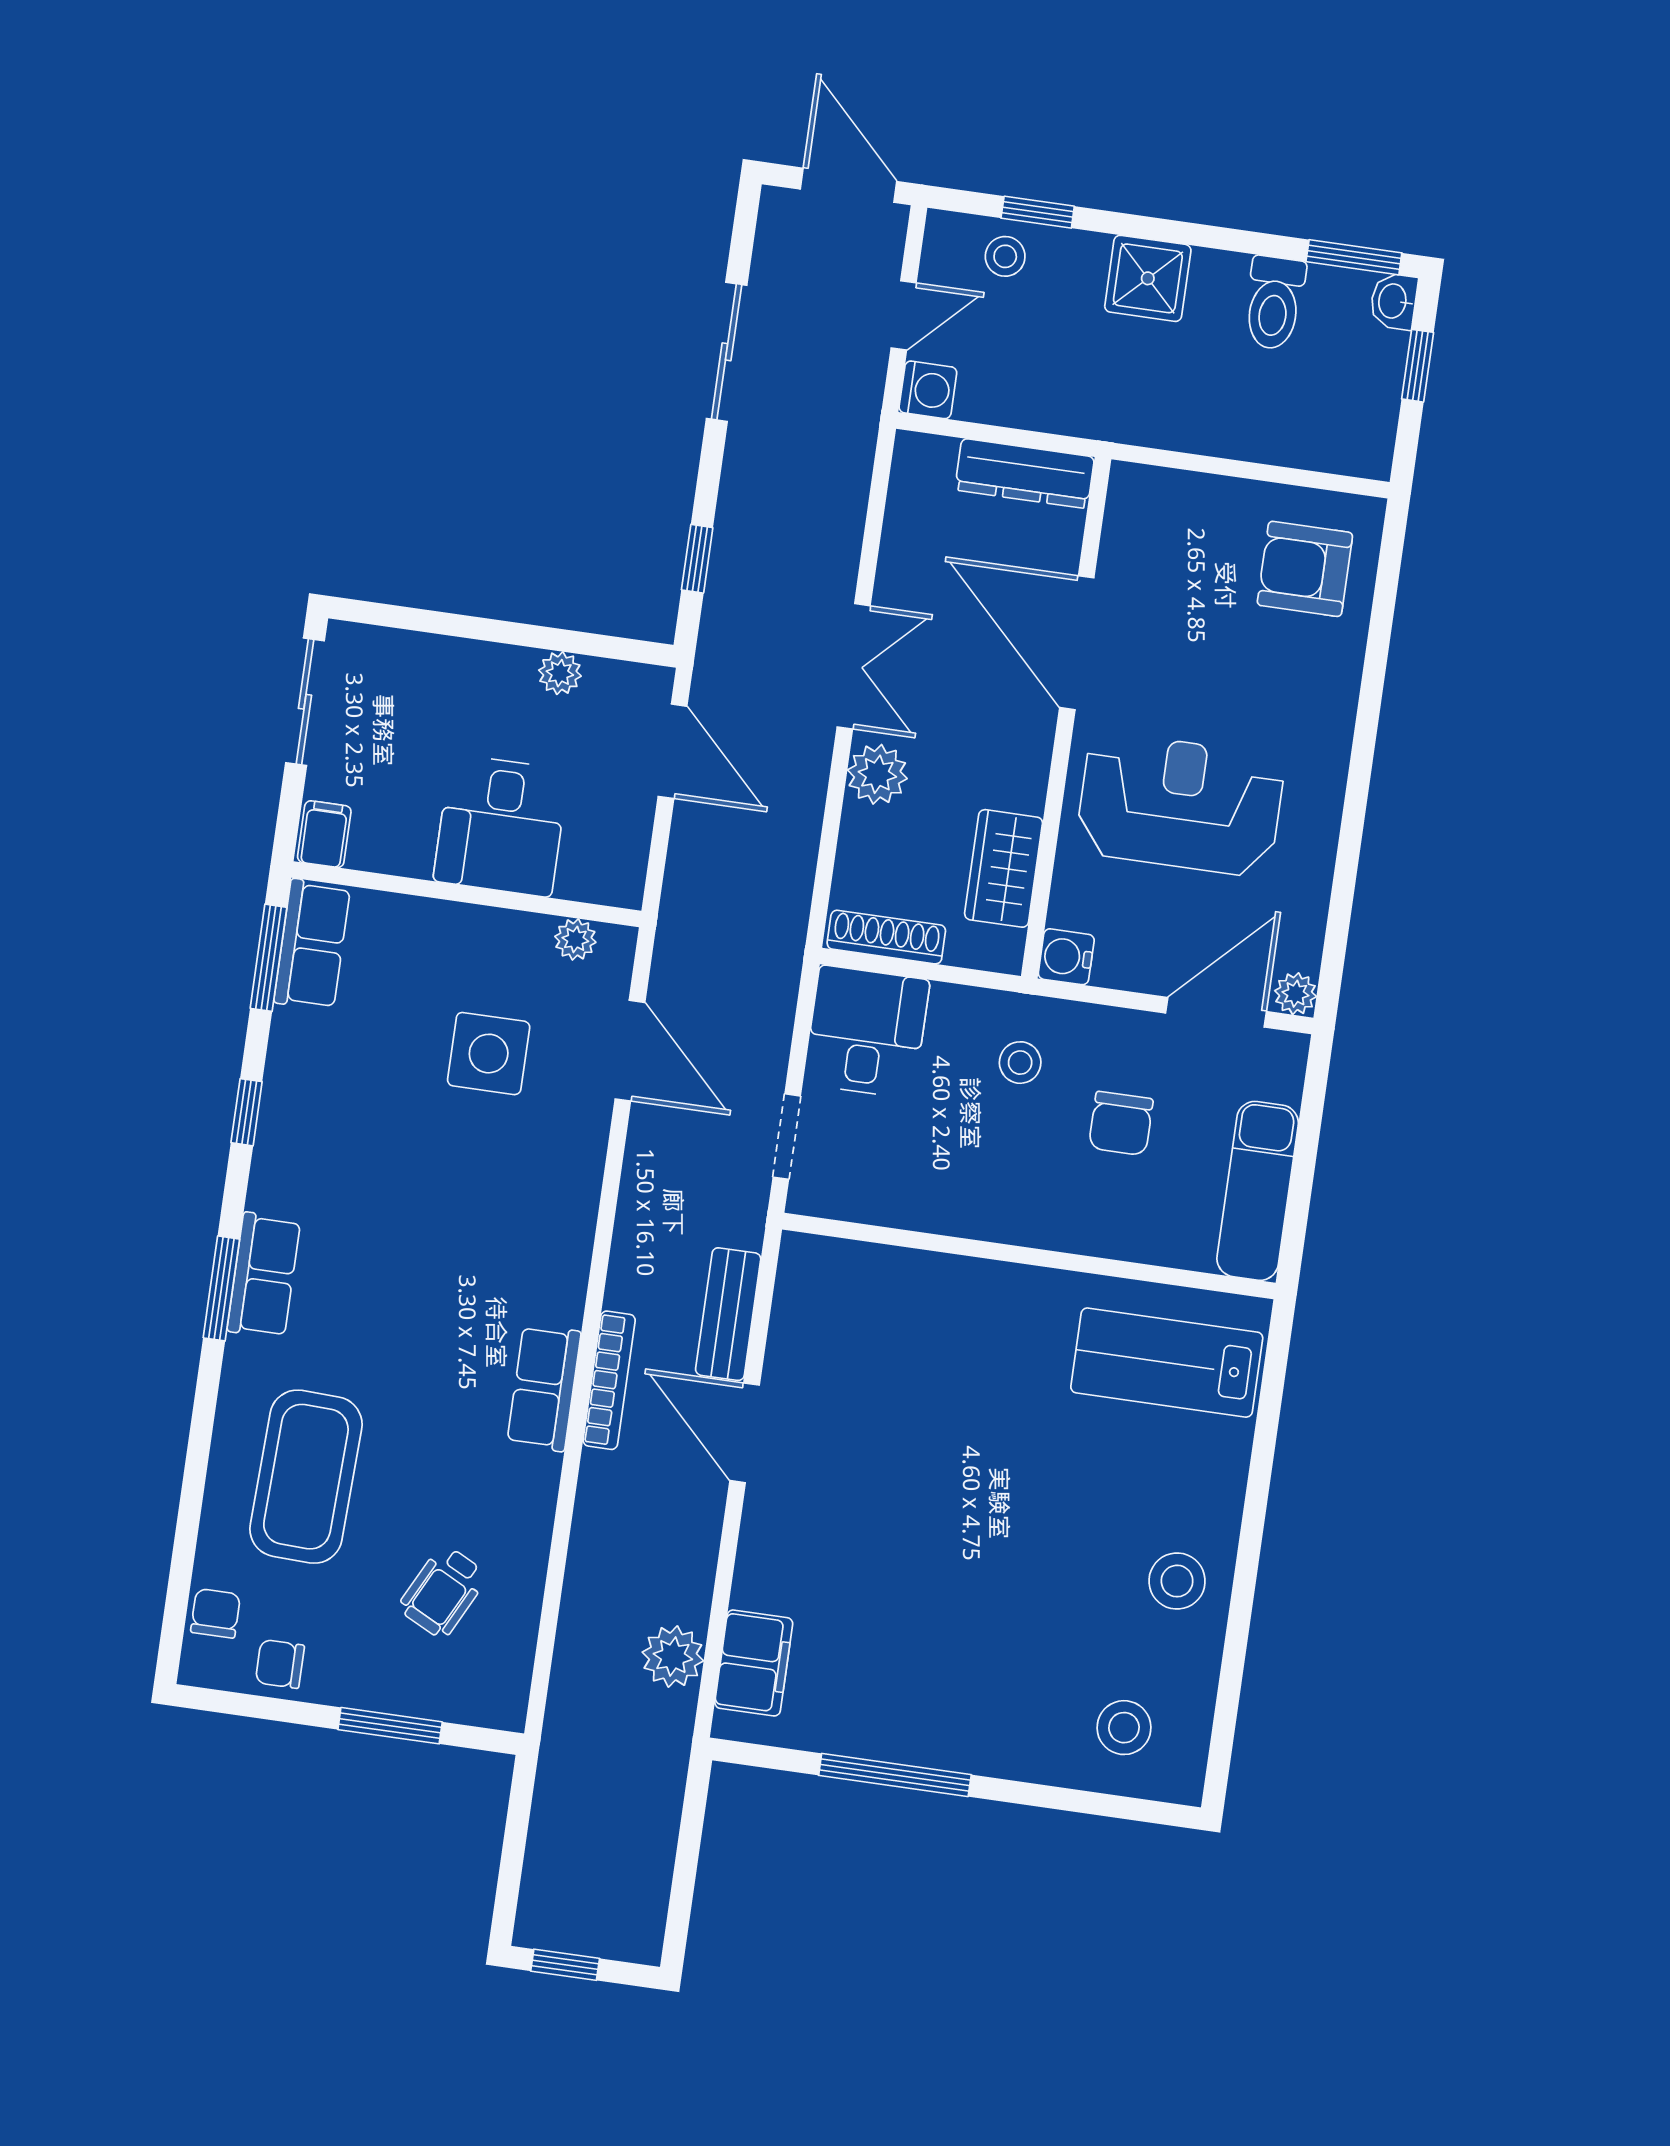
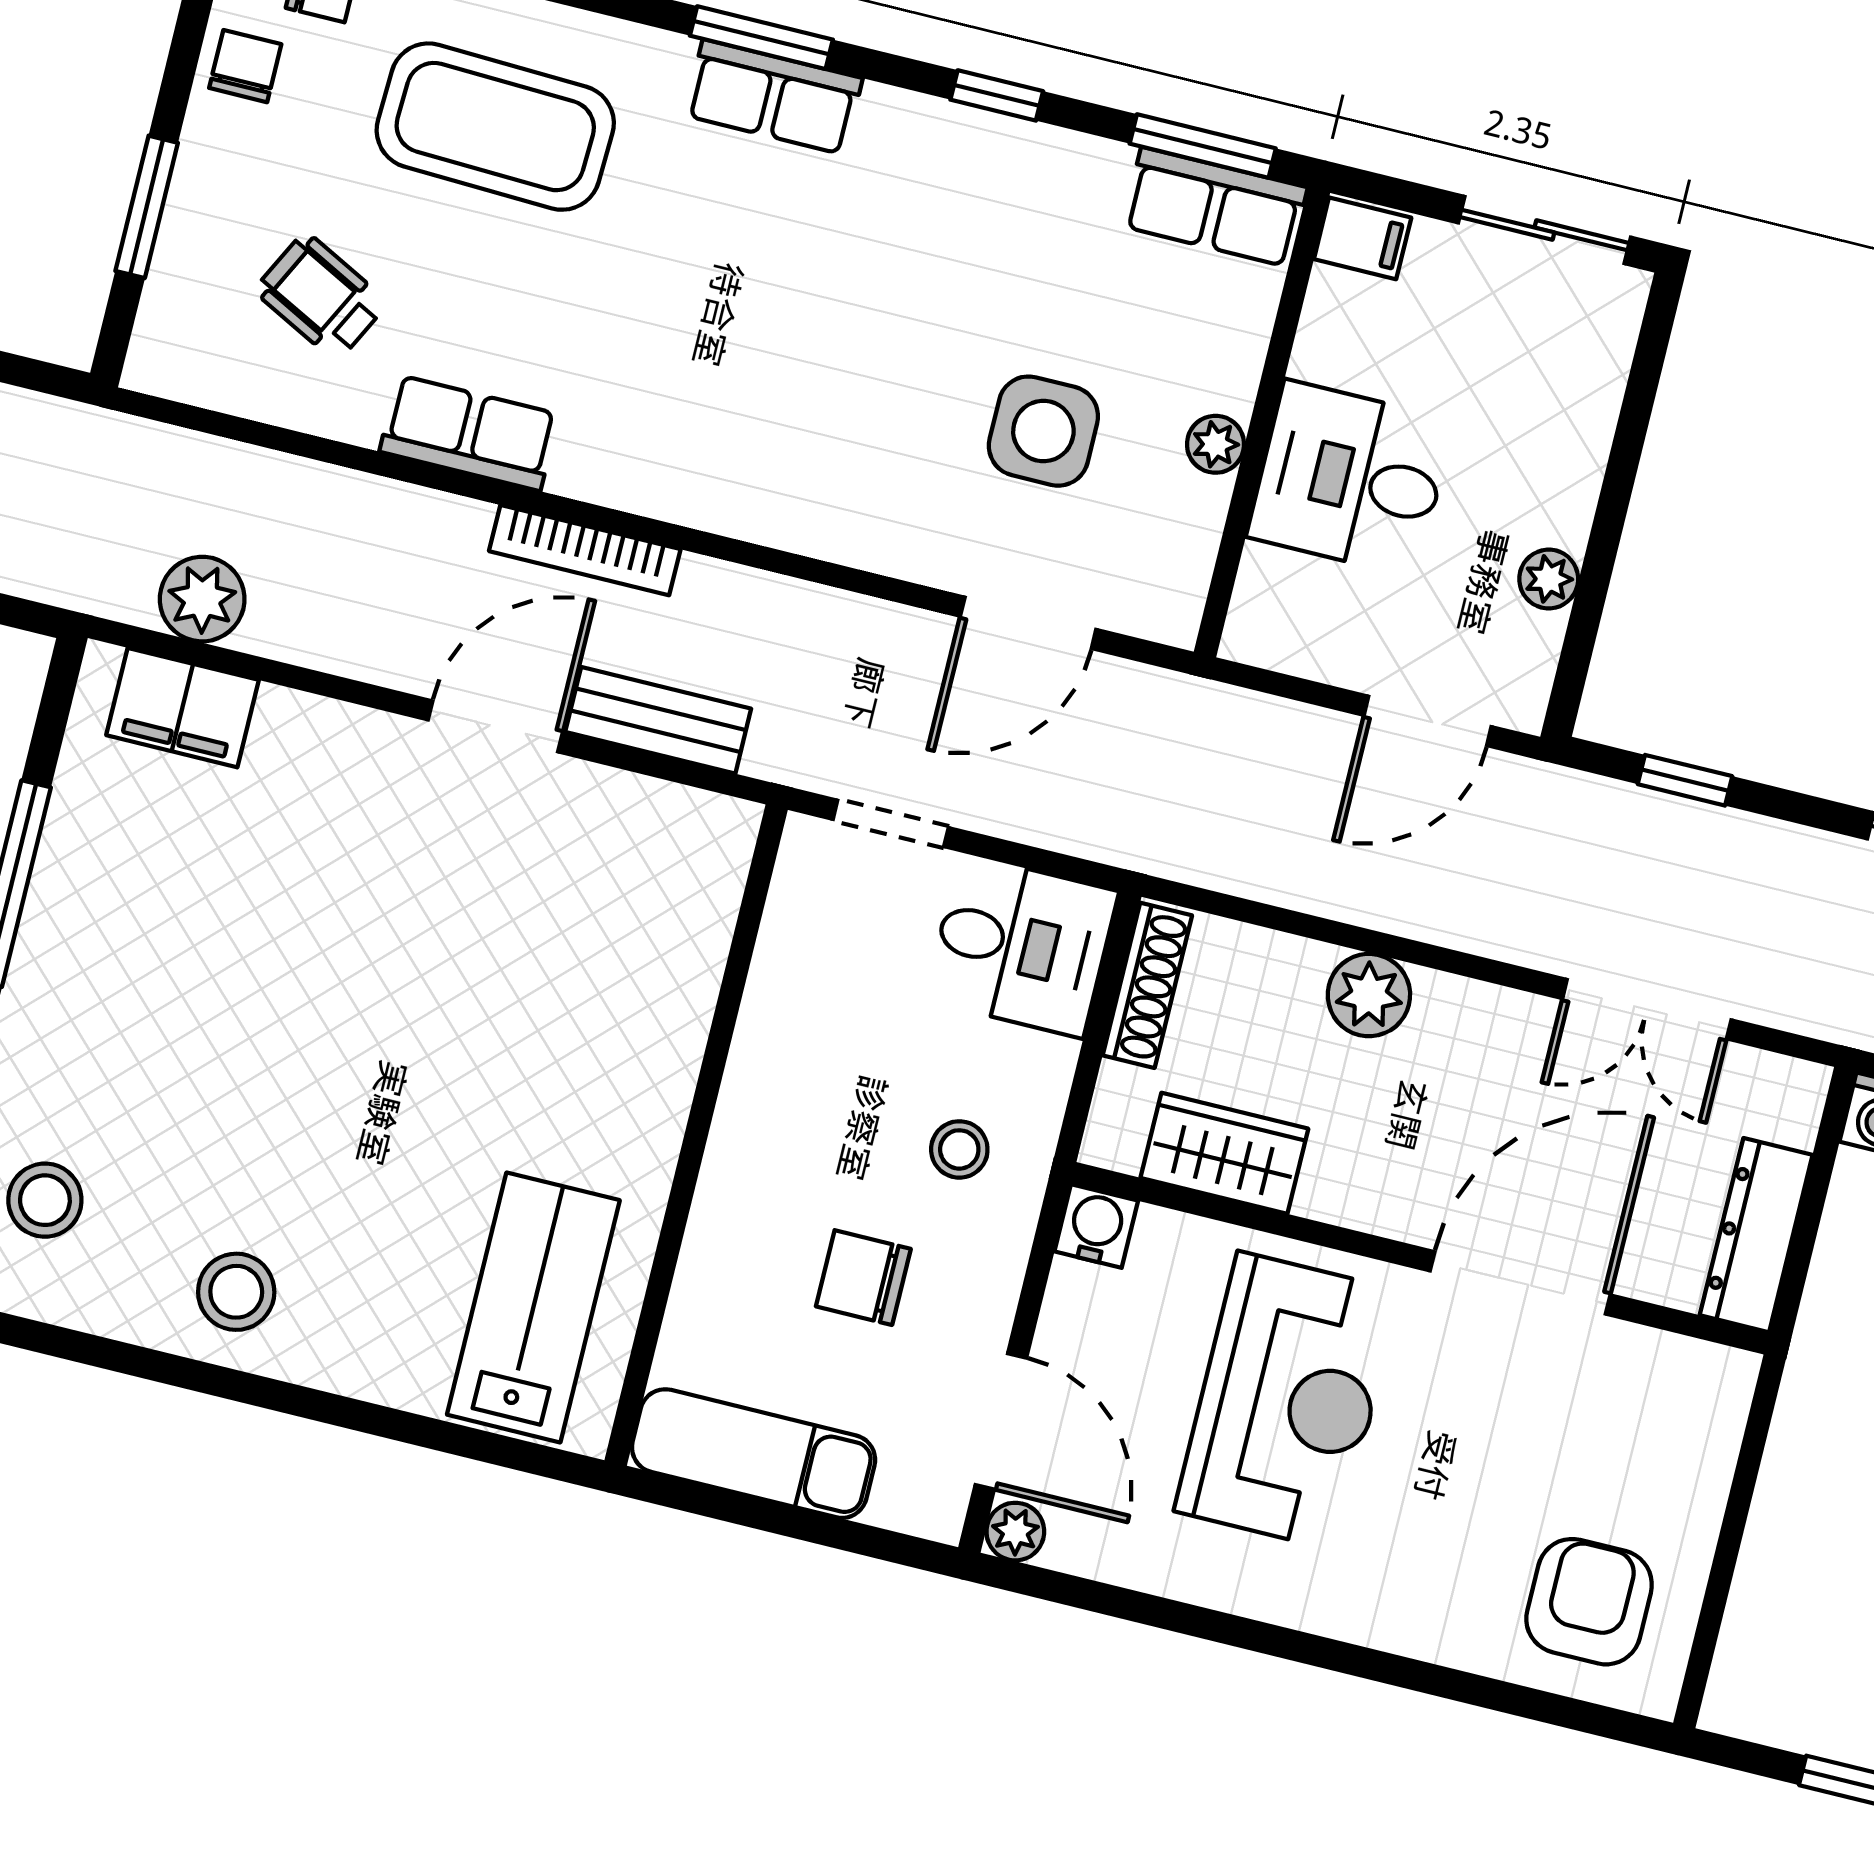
double door: (854, 666) -> (1647, 1009), moved
plant: (575, 939) -> (1215, 444), moved
row of seats: (544, 1388) -> (469, 433), moved

